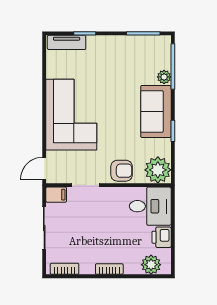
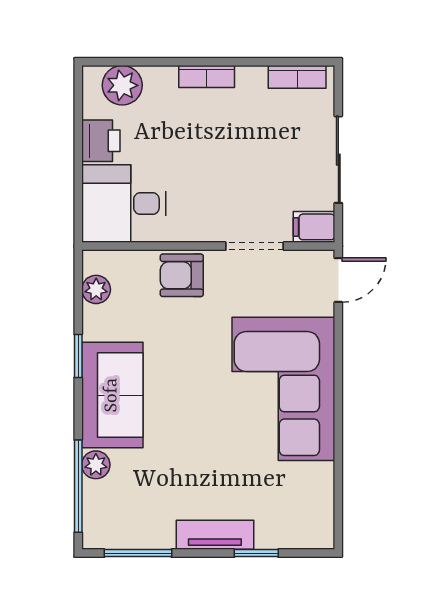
tv unit: (67, 42) -> (215, 535), moved
plant: (158, 170) -> (96, 289), width x0.53, depth x0.53

